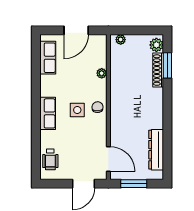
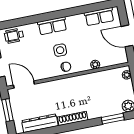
shoe rack: (158, 70) -> (73, 118), moved
door: (108, 159) -> (24, 85), swing flipped

